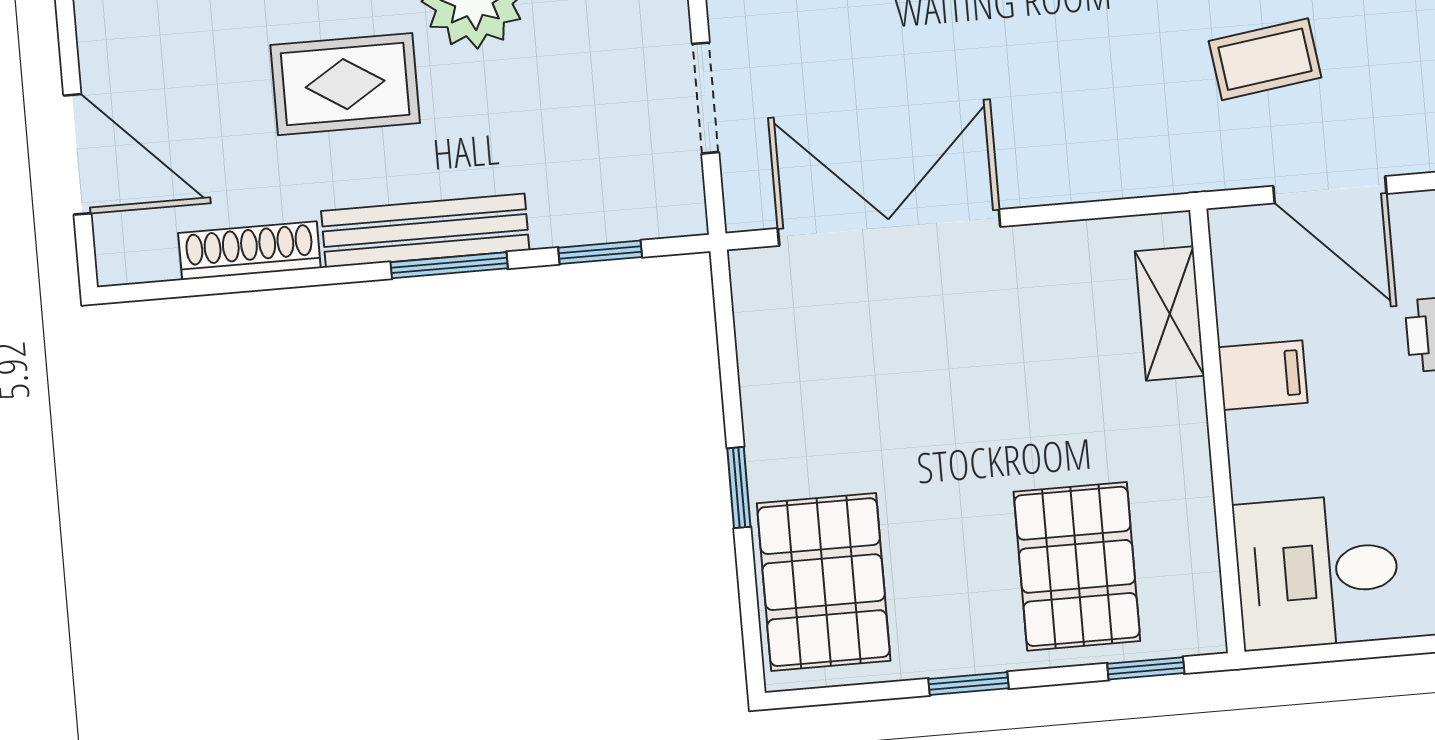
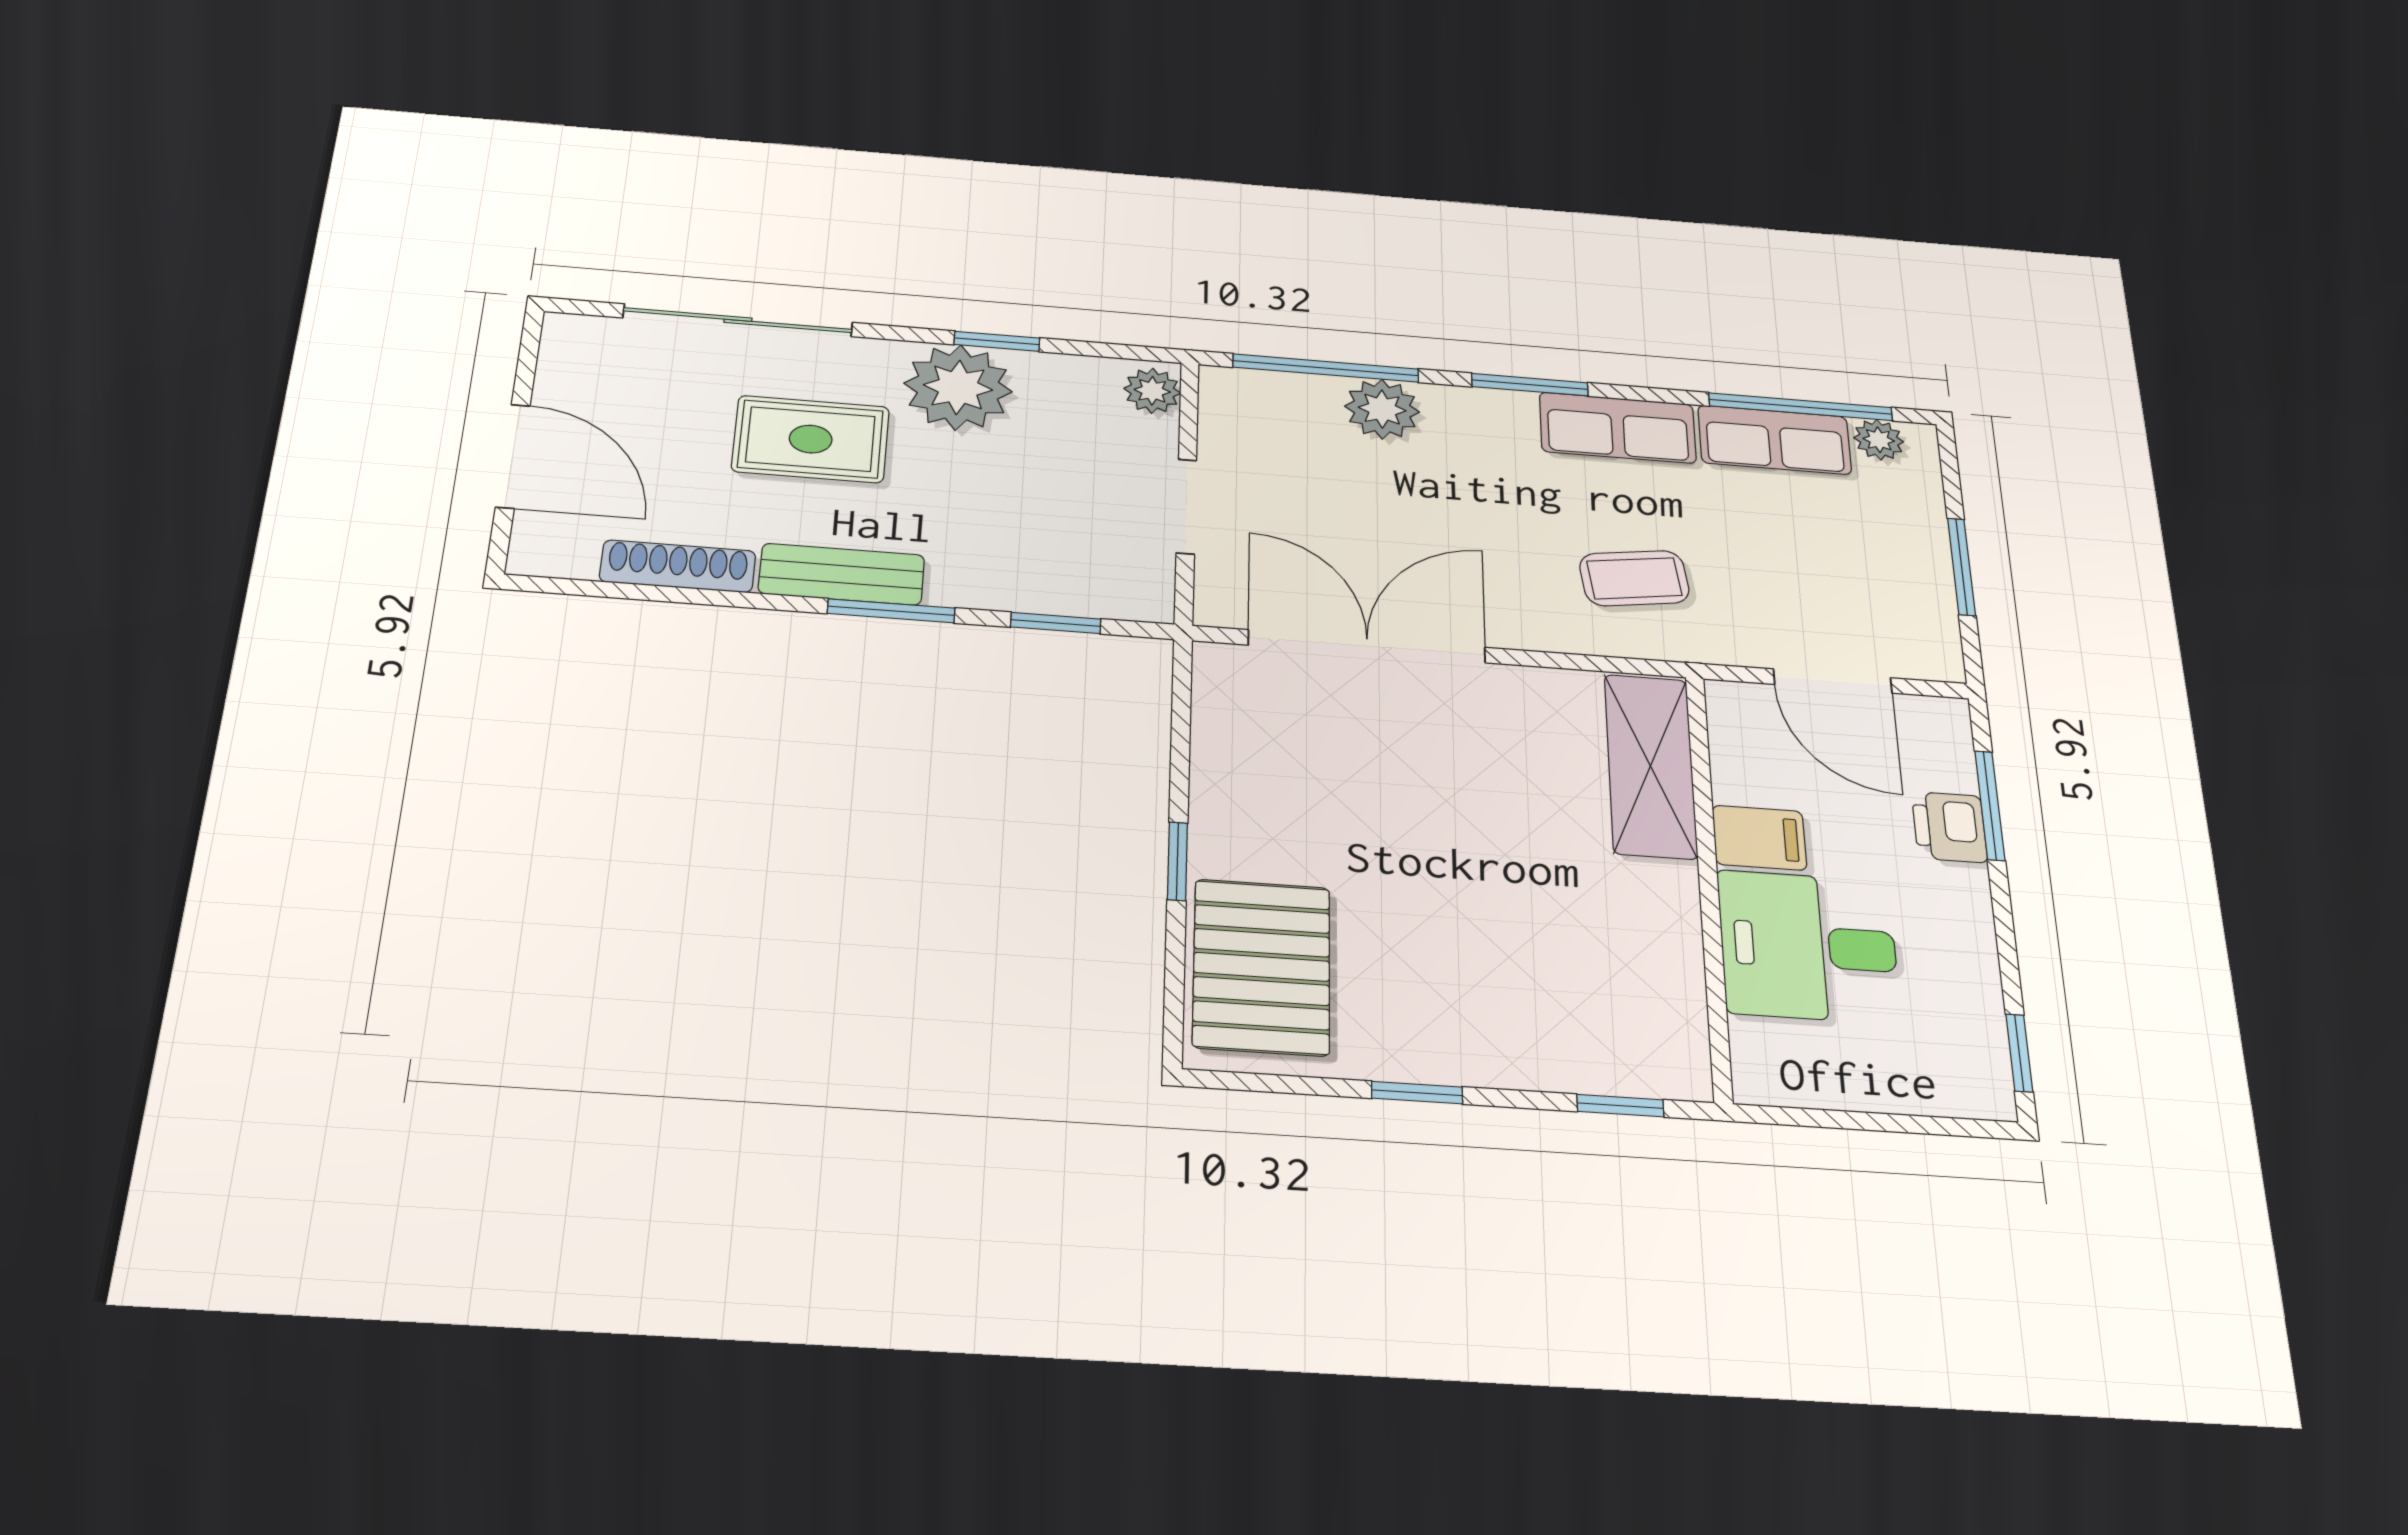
coffee table: (1265, 59) -> (1634, 578), moved
bench: (425, 231) -> (842, 574), width x0.73
shelving: (1170, 314) -> (1651, 766), width x1.50, depth x1.33
pallet: (1077, 566) -> (1548, 992), removed
desk: (1317, 572) -> (1808, 946), moved

